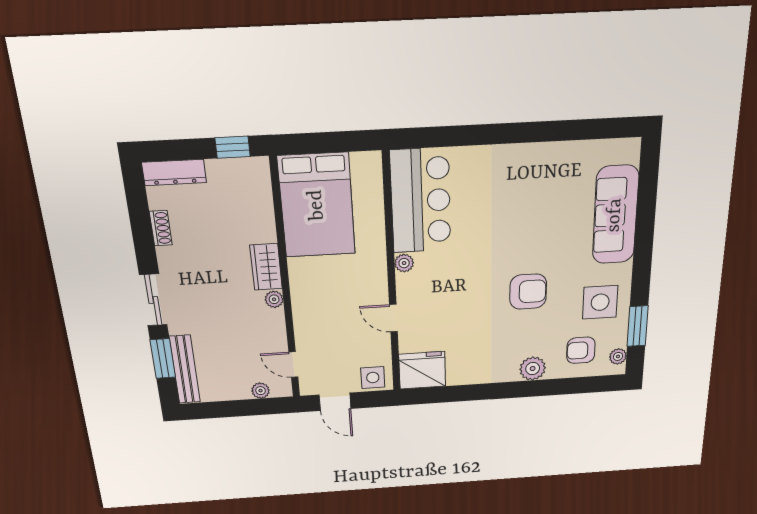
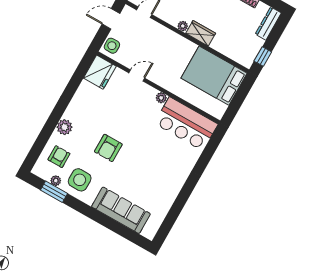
plant: (618, 356) -> (56, 181), moved

